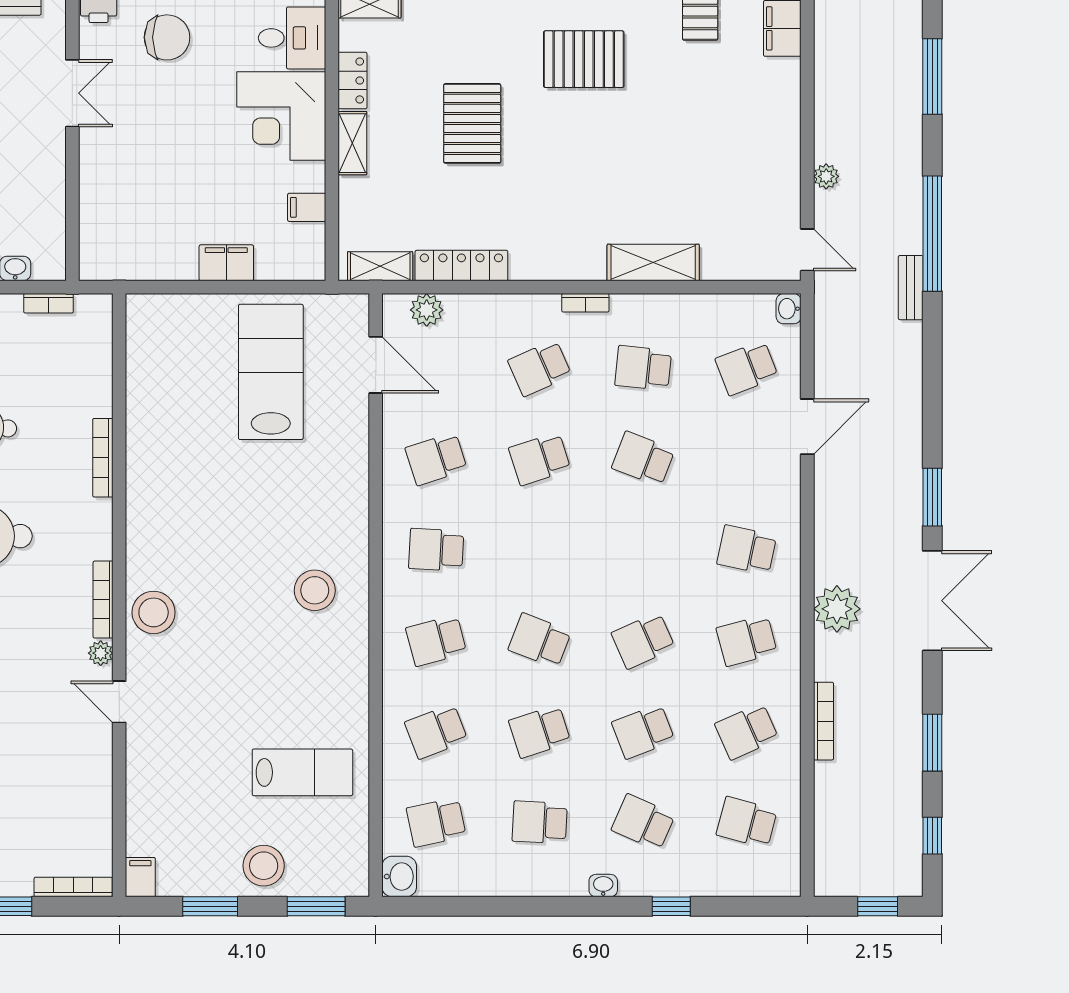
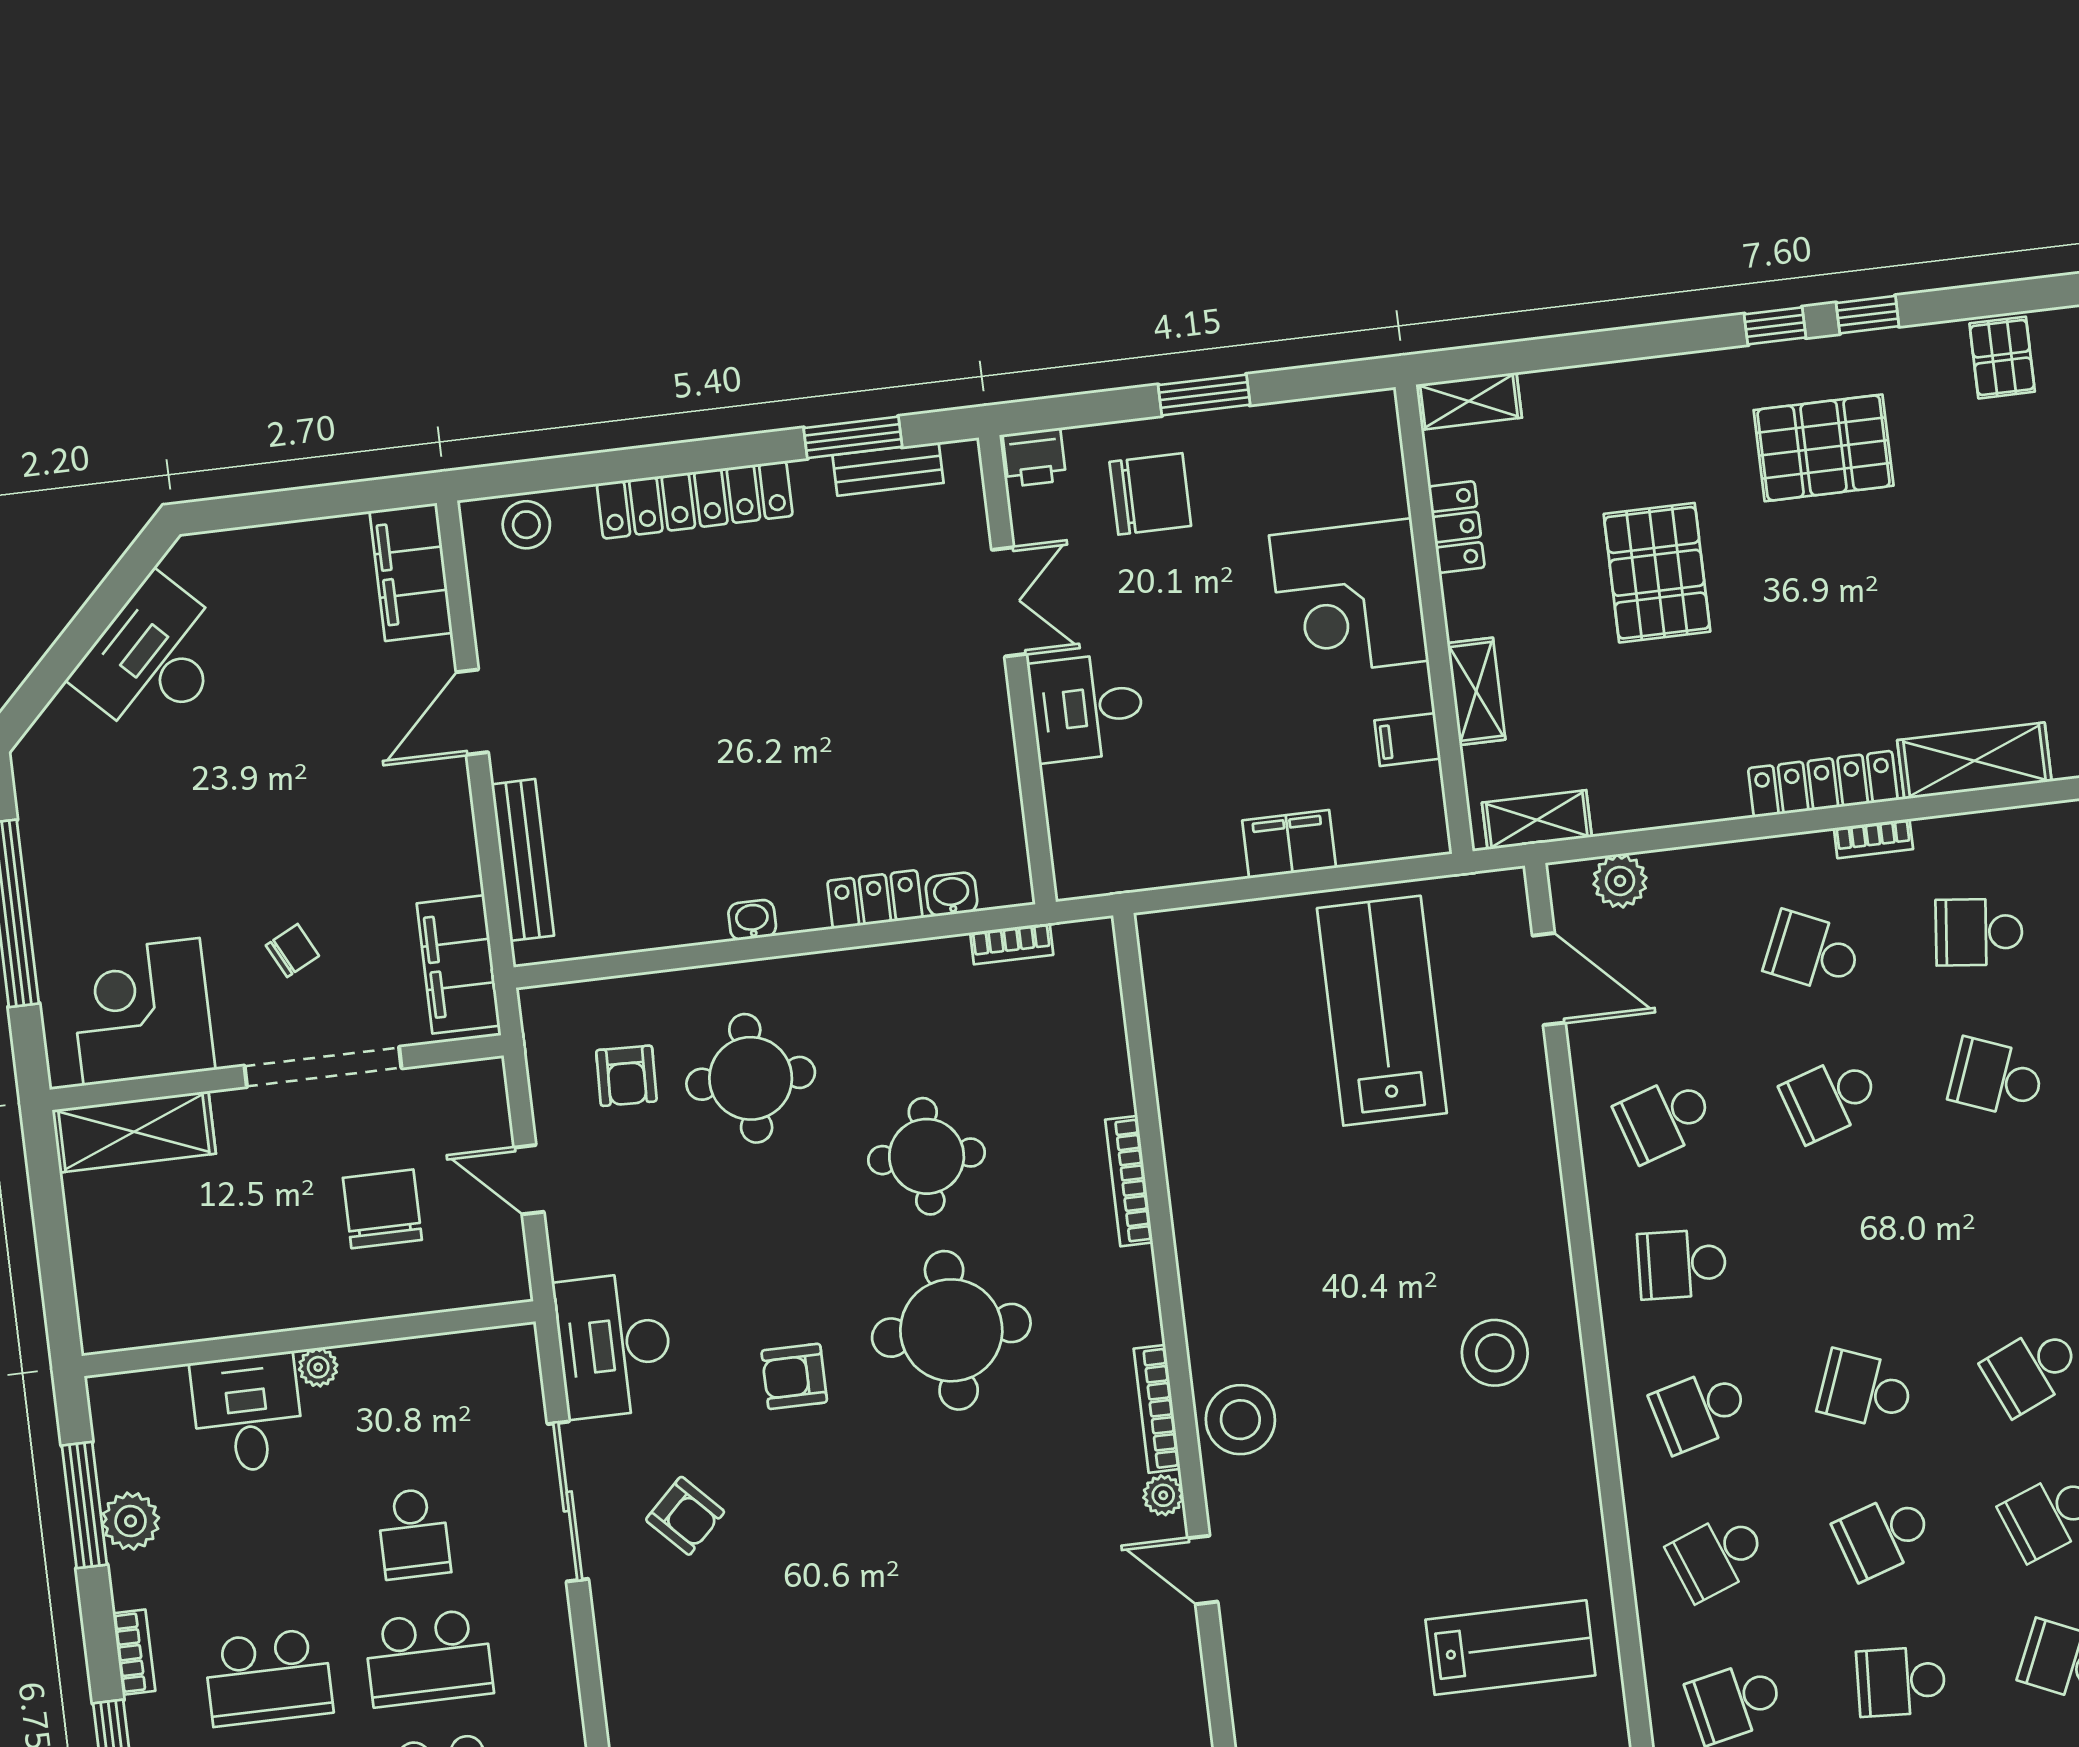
desk: (292, 38) -> (1087, 707), moved, turned 180
shelving: (352, 143) -> (1476, 691), moved
locker: (461, 266) -> (1823, 784), moved
school desk: (540, 368) -> (1813, 952), turned 48

